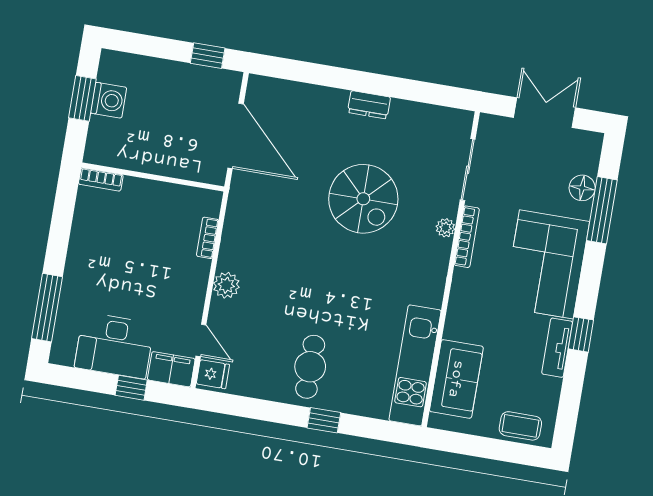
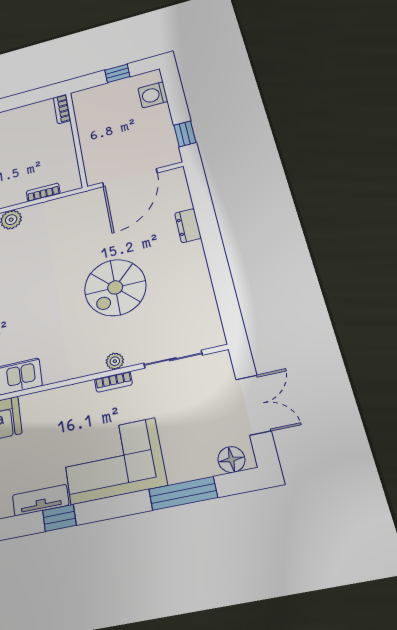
window: (82, 98) -> (117, 73), width x0.67
washing machine: (109, 100) -> (153, 95), moved, turned 90
dresser: (369, 105) -> (188, 226), moved
floor lamp: (582, 188) -> (231, 459), moved
bookcase: (467, 237) -> (113, 382), width x0.64

